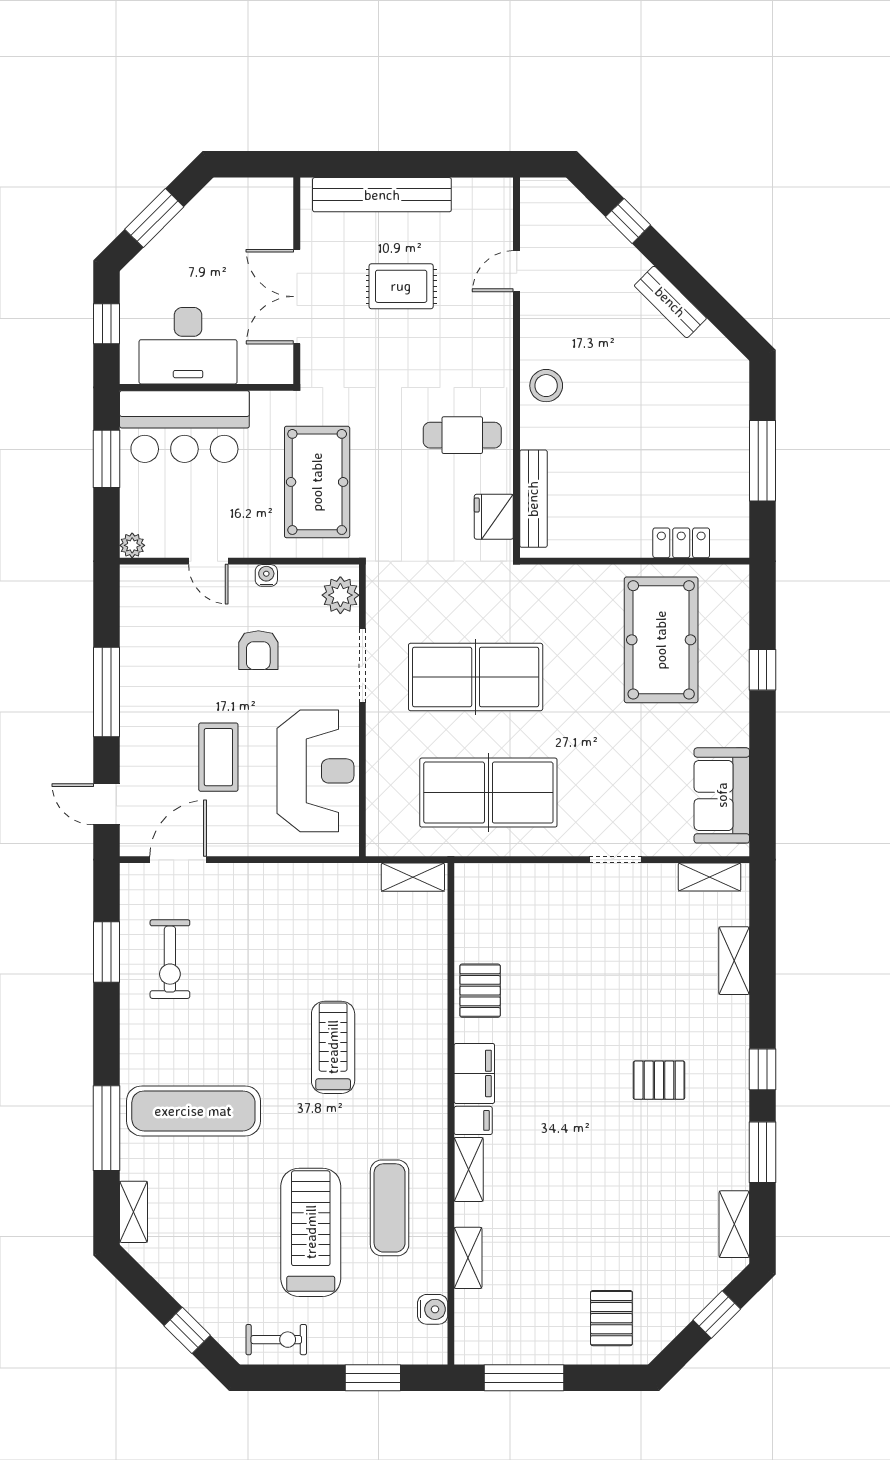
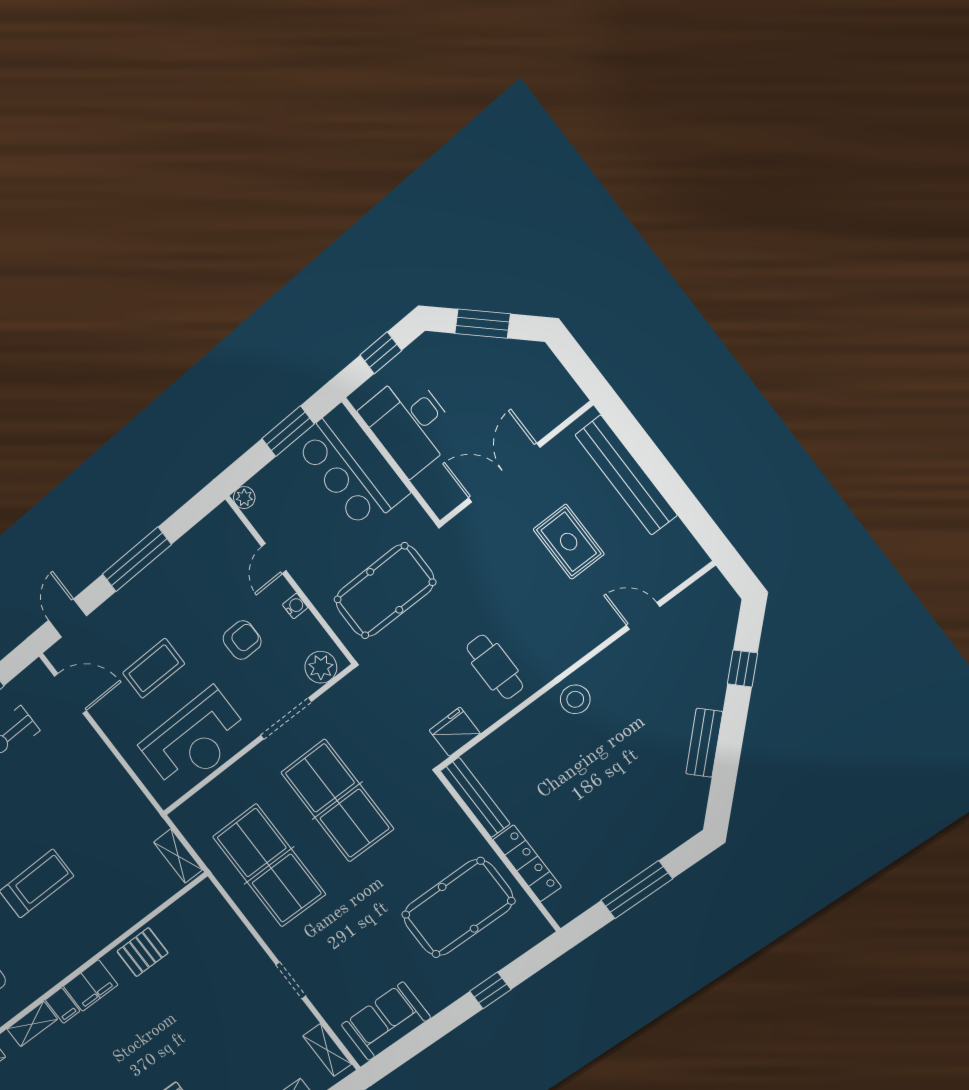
bench: (533, 499) -> (475, 797), moved, turned 90
locker: (681, 543) -> (527, 863), width x1.53
armchair: (258, 650) -> (242, 640), turned 180

